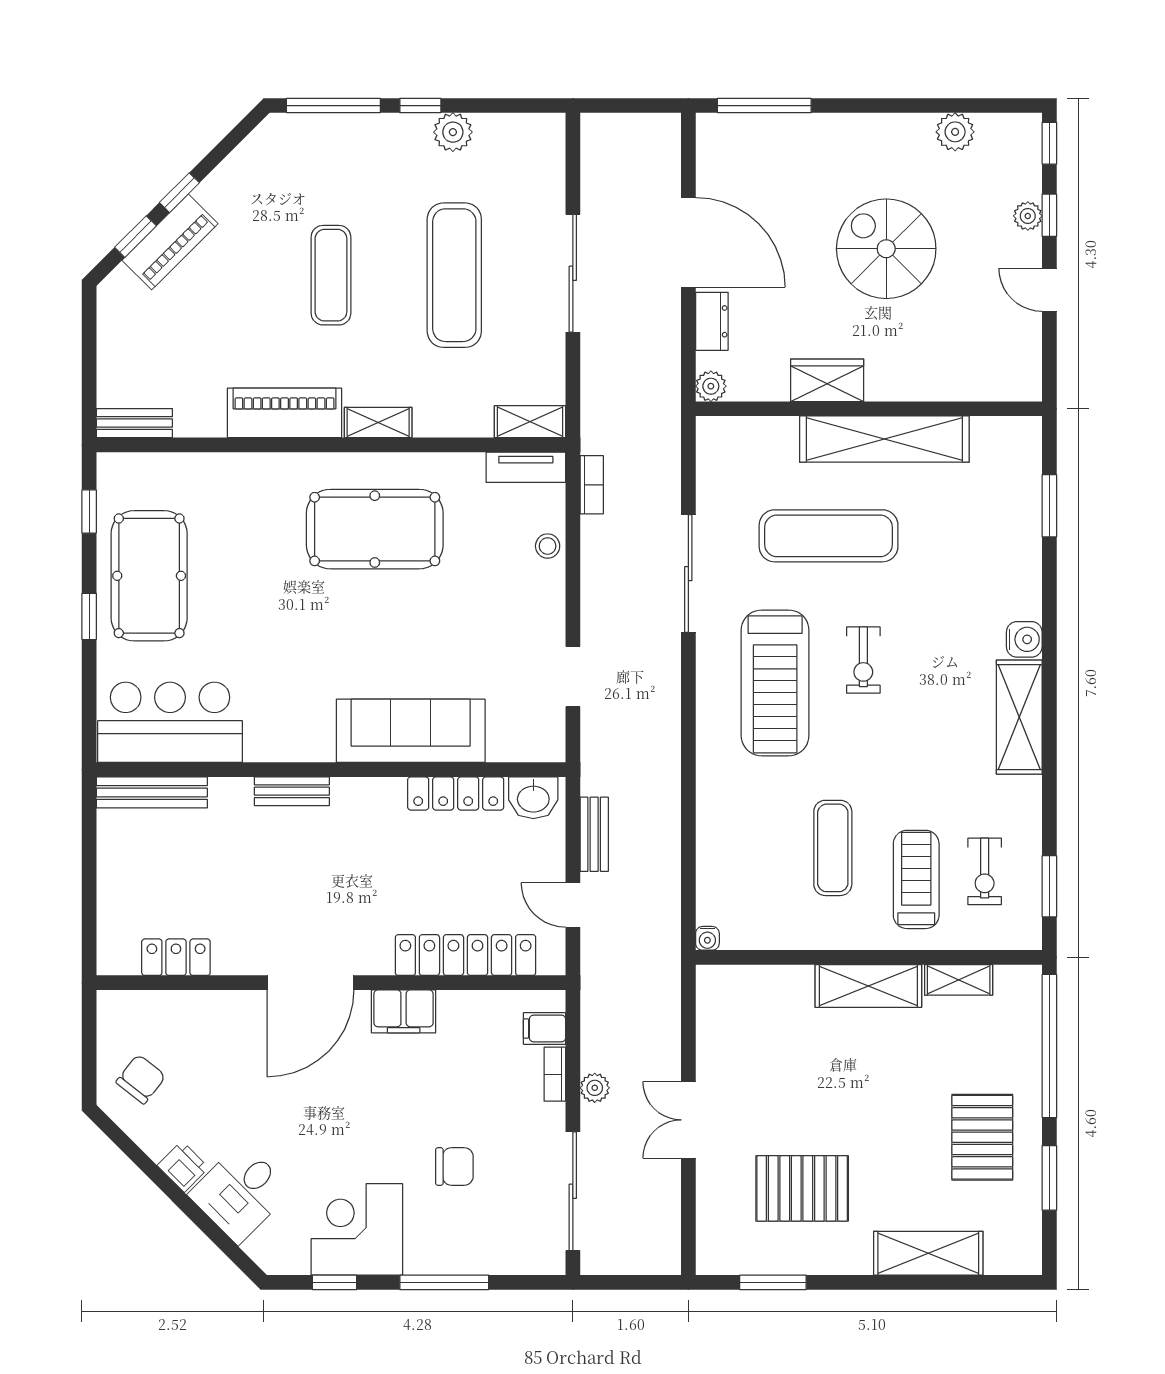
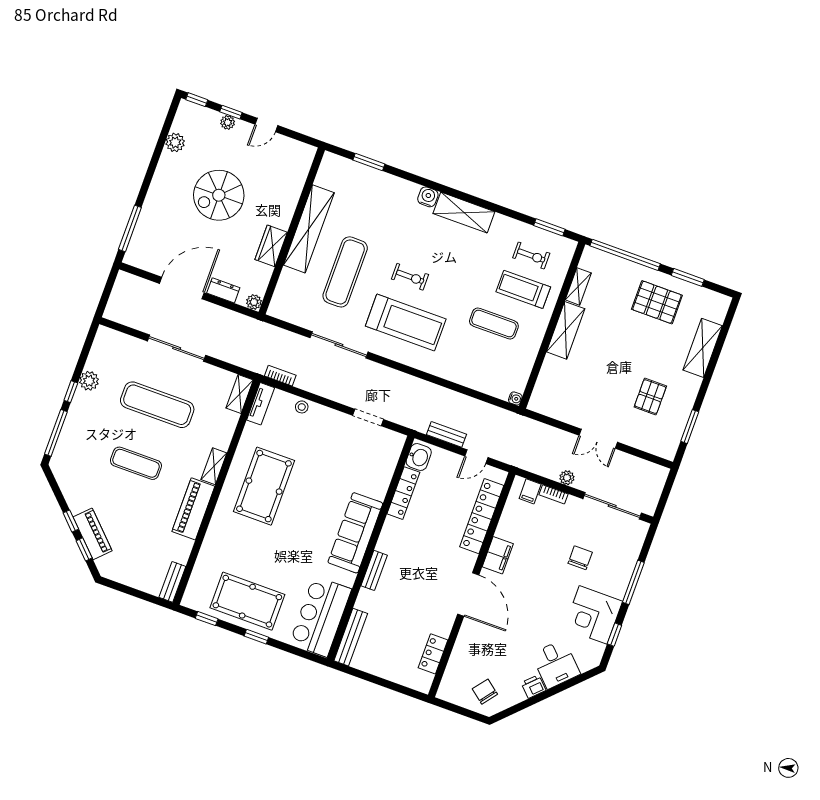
sofa: (411, 731) -> (355, 533), moved
pallet: (802, 1188) -> (650, 397), width x0.67, depth x0.71

